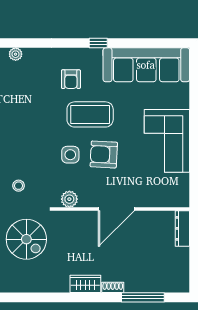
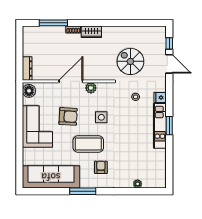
window: (98, 43) -> (83, 191), width x2.17
armchair: (104, 154) -> (68, 116), moved
floor lamp: (180, 195) -> (29, 91), added
plant: (69, 199) -> (91, 88), moved

